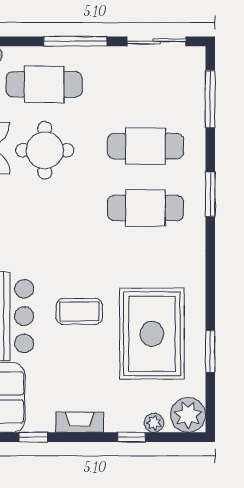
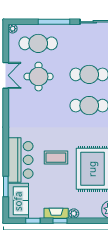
plant: (154, 423) -> (74, 214), moved
window: (132, 437) -> (60, 221), moved

